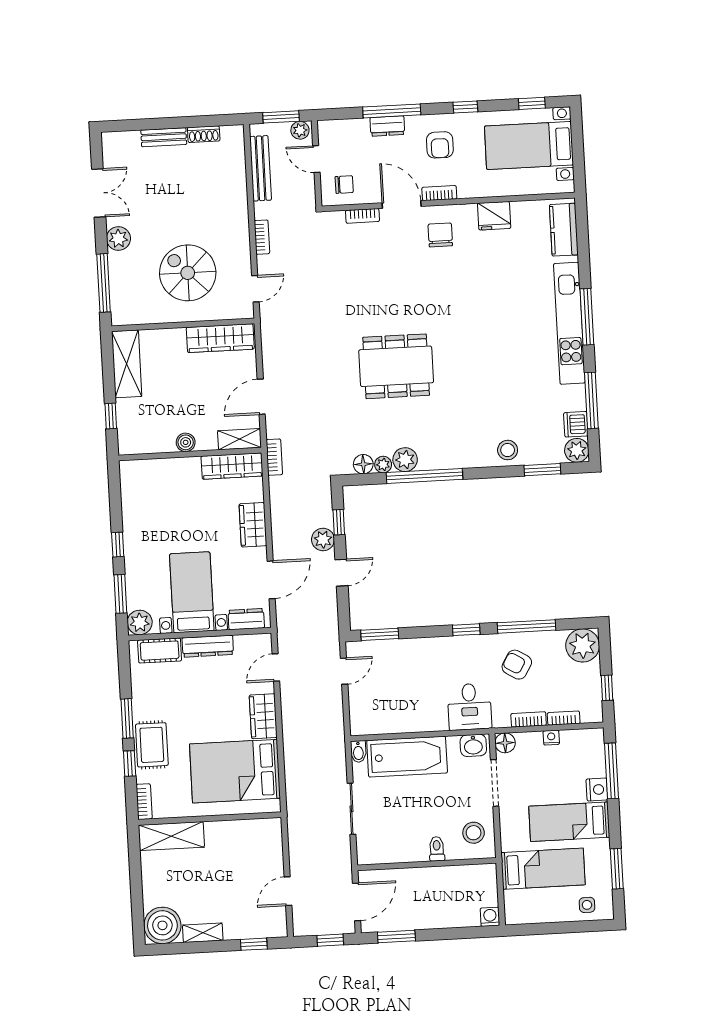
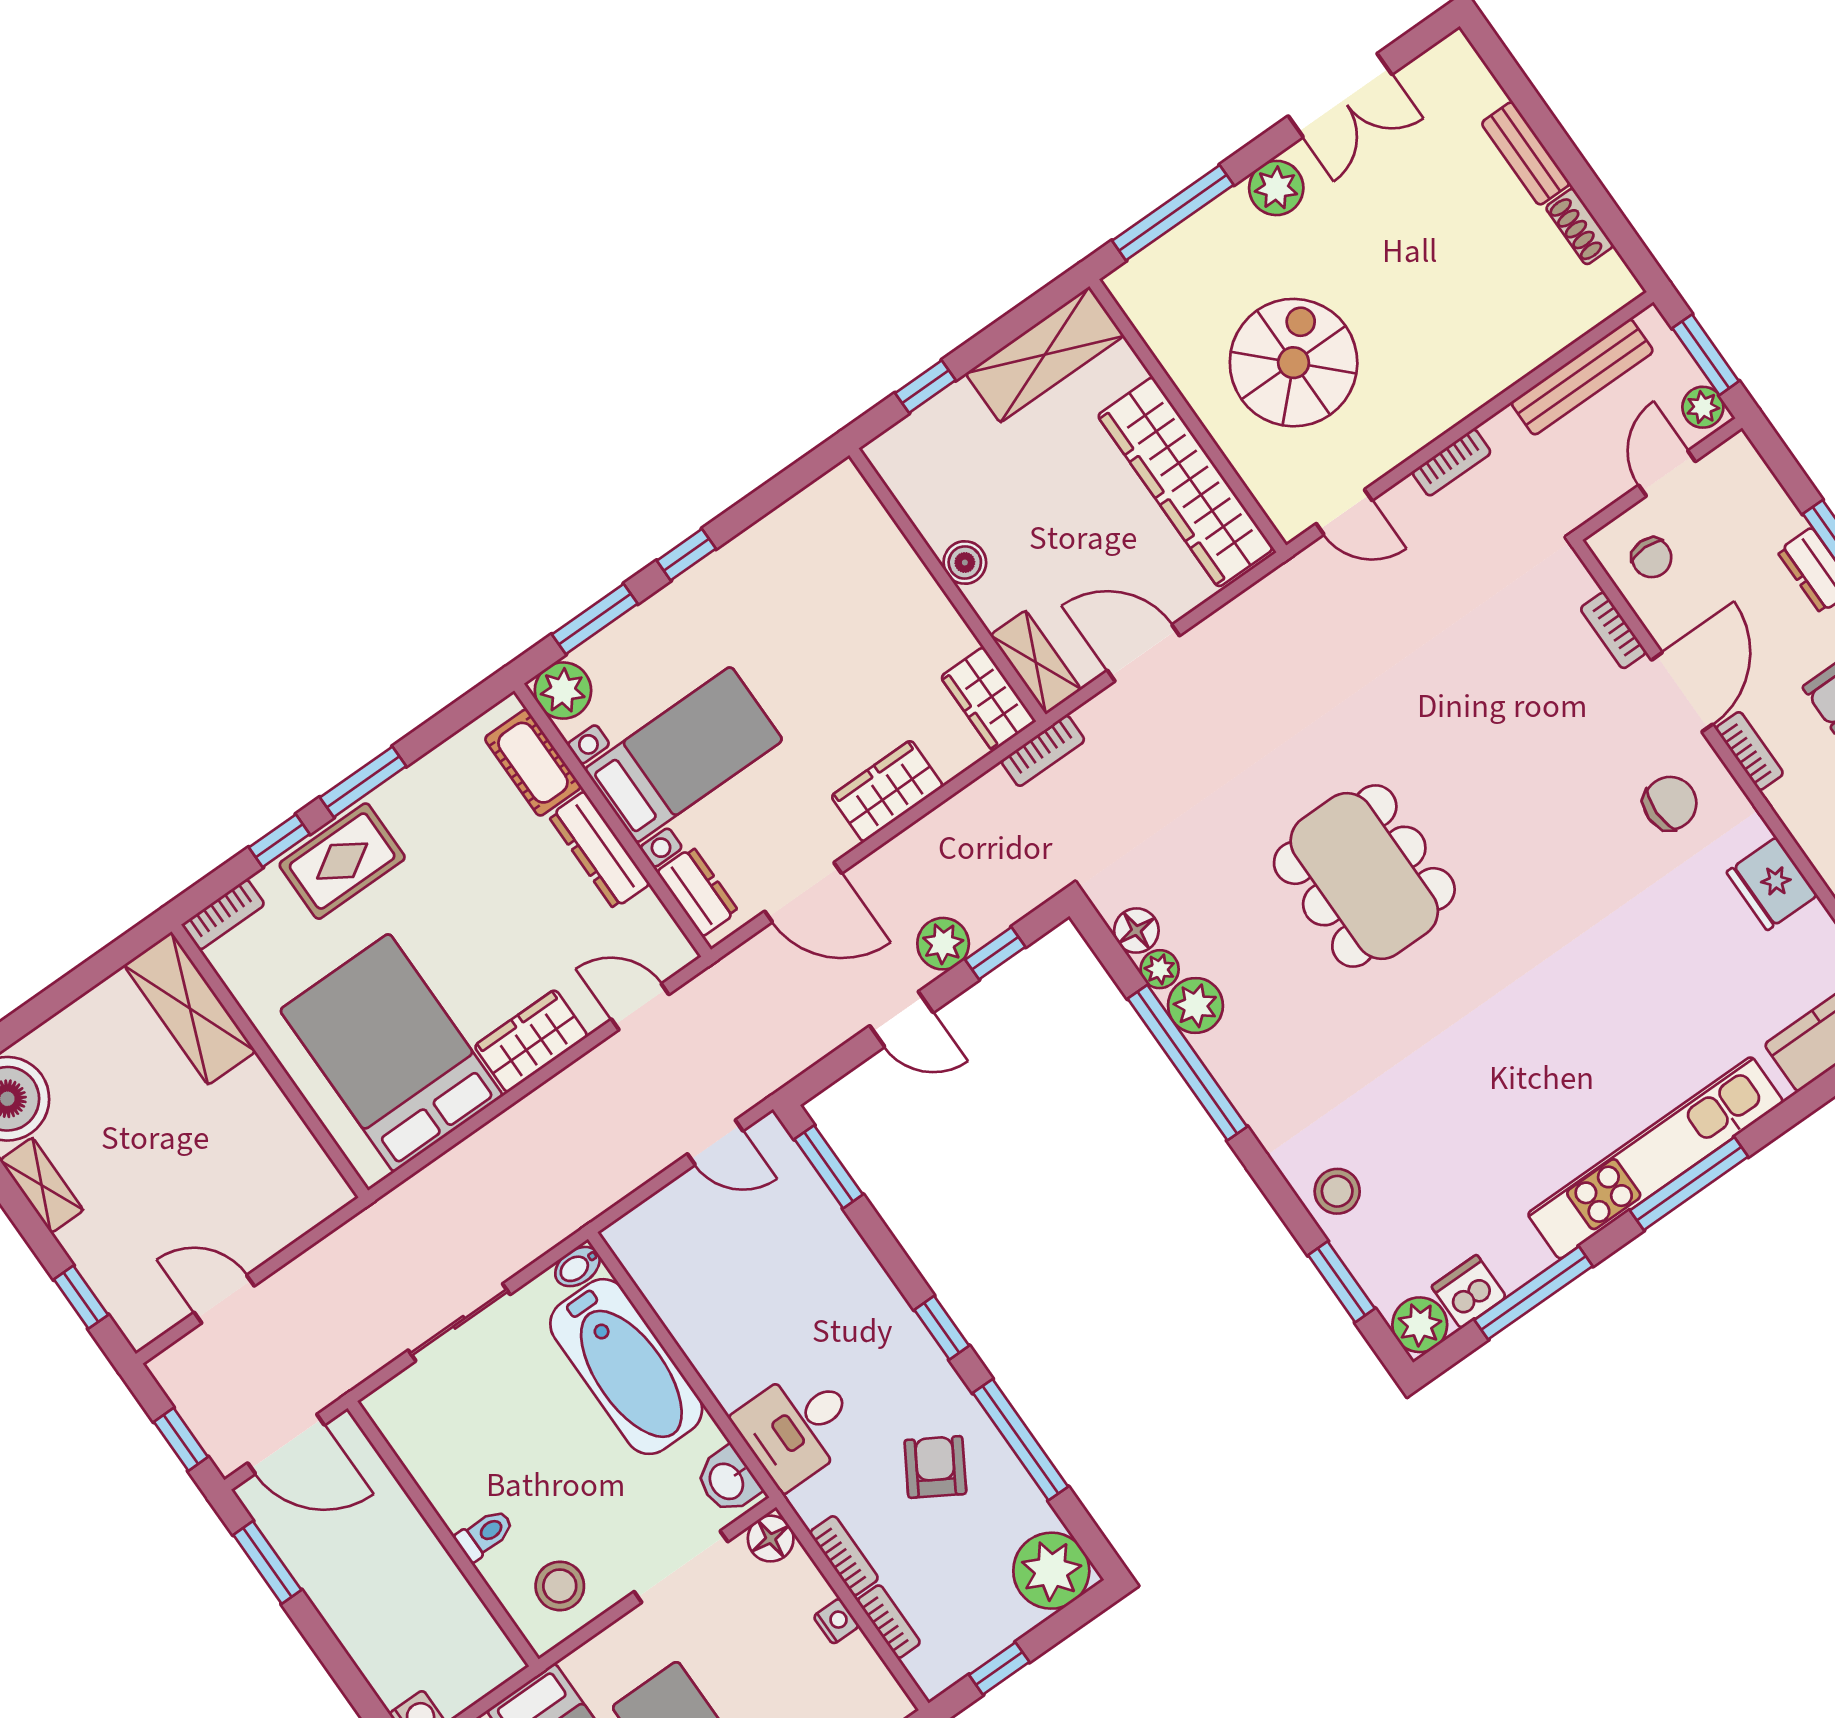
wardrobe: (220, 338) -> (1185, 482), width x1.40, depth x1.17
wardrobe: (232, 466) -> (988, 699), width x0.67

